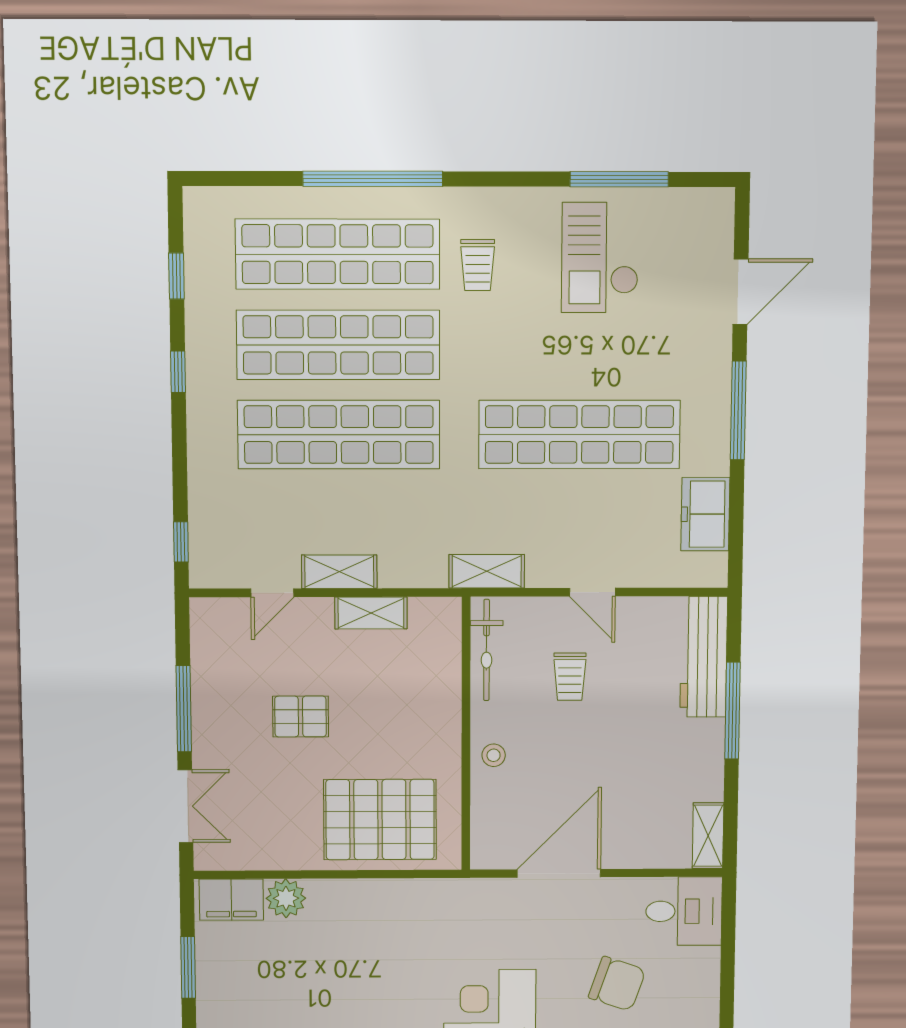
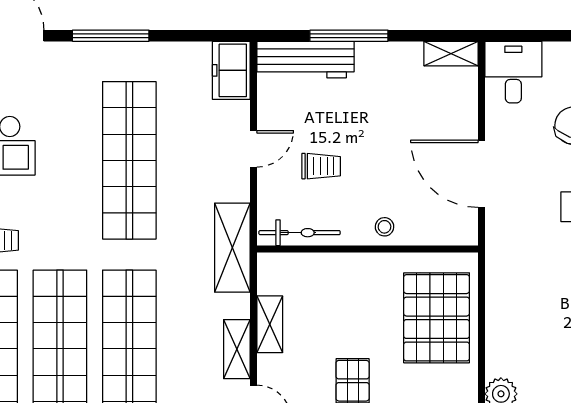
freezer: (705, 514) -> (231, 70), moved, turned 90
shelving: (487, 571) -> (232, 248), width x1.50, depth x1.33

